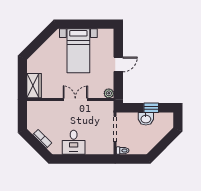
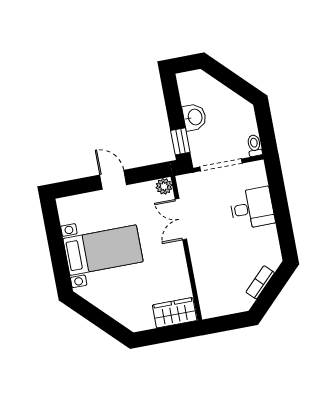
double door: (75, 100) -> (181, 219), moved
window: (151, 108) -> (180, 141), moved
desk: (74, 142) -> (252, 208), moved

